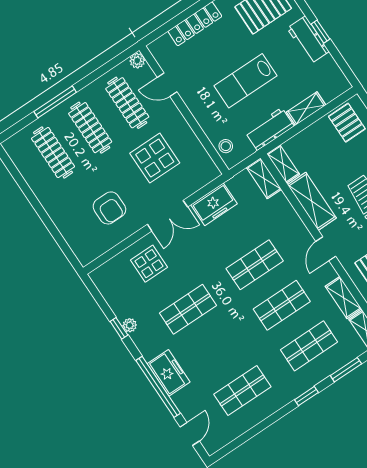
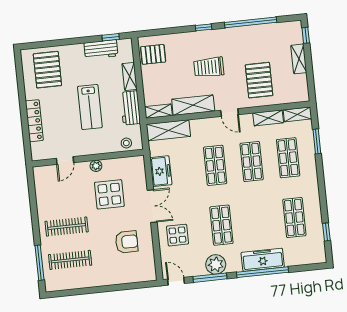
window: (320, 32) -> (111, 37), moved
workbench: (308, 40) -> (101, 49), moved
plant: (137, 61) -> (96, 166), moved
window: (55, 102) -> (40, 263), moved
clothes rail: (127, 103) -> (63, 193), removed
shelving: (264, 178) -> (168, 130), width x1.50, depth x1.33
plant: (130, 325) -> (216, 264), width x1.88, depth x1.88
window: (119, 328) -> (210, 278), width x2.17
freezer: (169, 373) -> (263, 260), width x1.40
window: (306, 396) -> (326, 232), moved
door: (190, 434) -> (176, 281), moved

